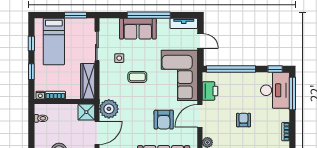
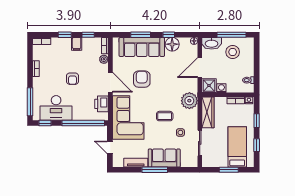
window: (75, 15) -> (229, 170), moved
window: (149, 15) -> (155, 170), width x0.68
tv unit: (184, 23) -> (136, 163), moved
desk: (275, 90) -> (56, 108), moved, turned -90
washing machine: (72, 109) -> (221, 88), added
plant: (109, 109) -> (189, 101), moved
door: (200, 116) -> (110, 82), hinge flipped

